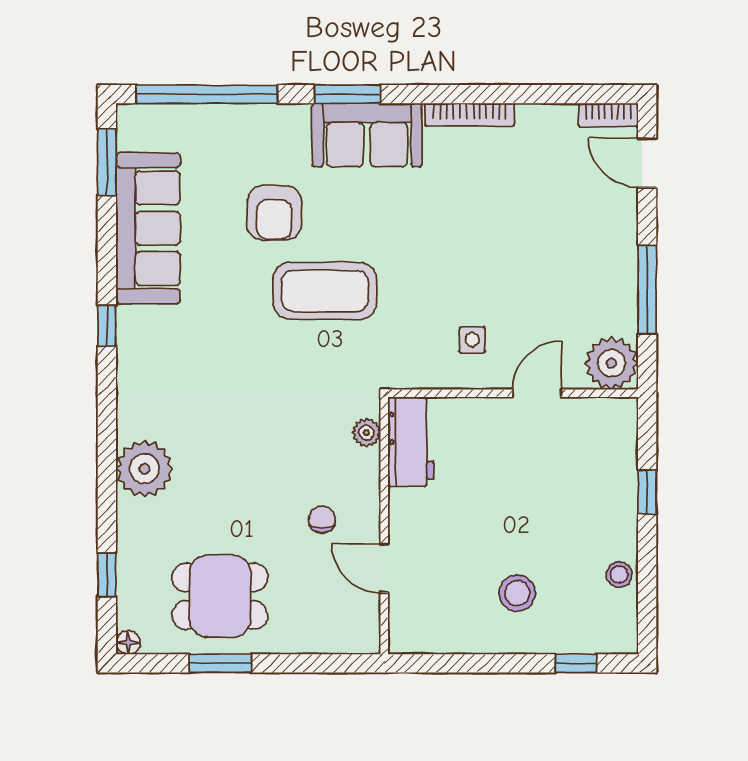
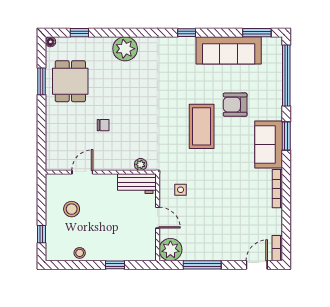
plant: (366, 433) -> (141, 164), moved
workbench: (411, 442) -> (137, 184), moved
wall: (384, 526) -> (101, 172), moved
door: (384, 568) -> (82, 172), moved

